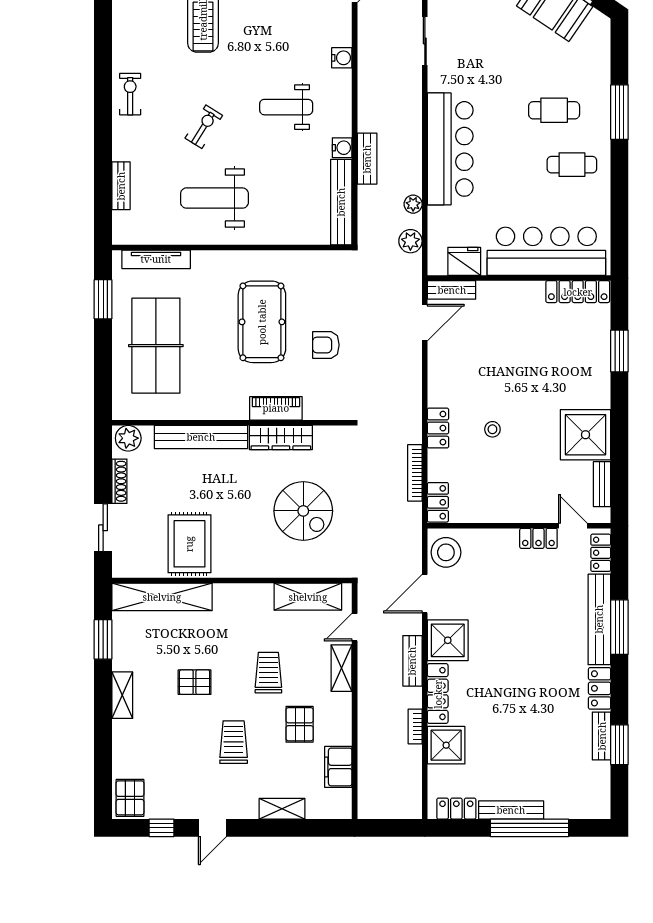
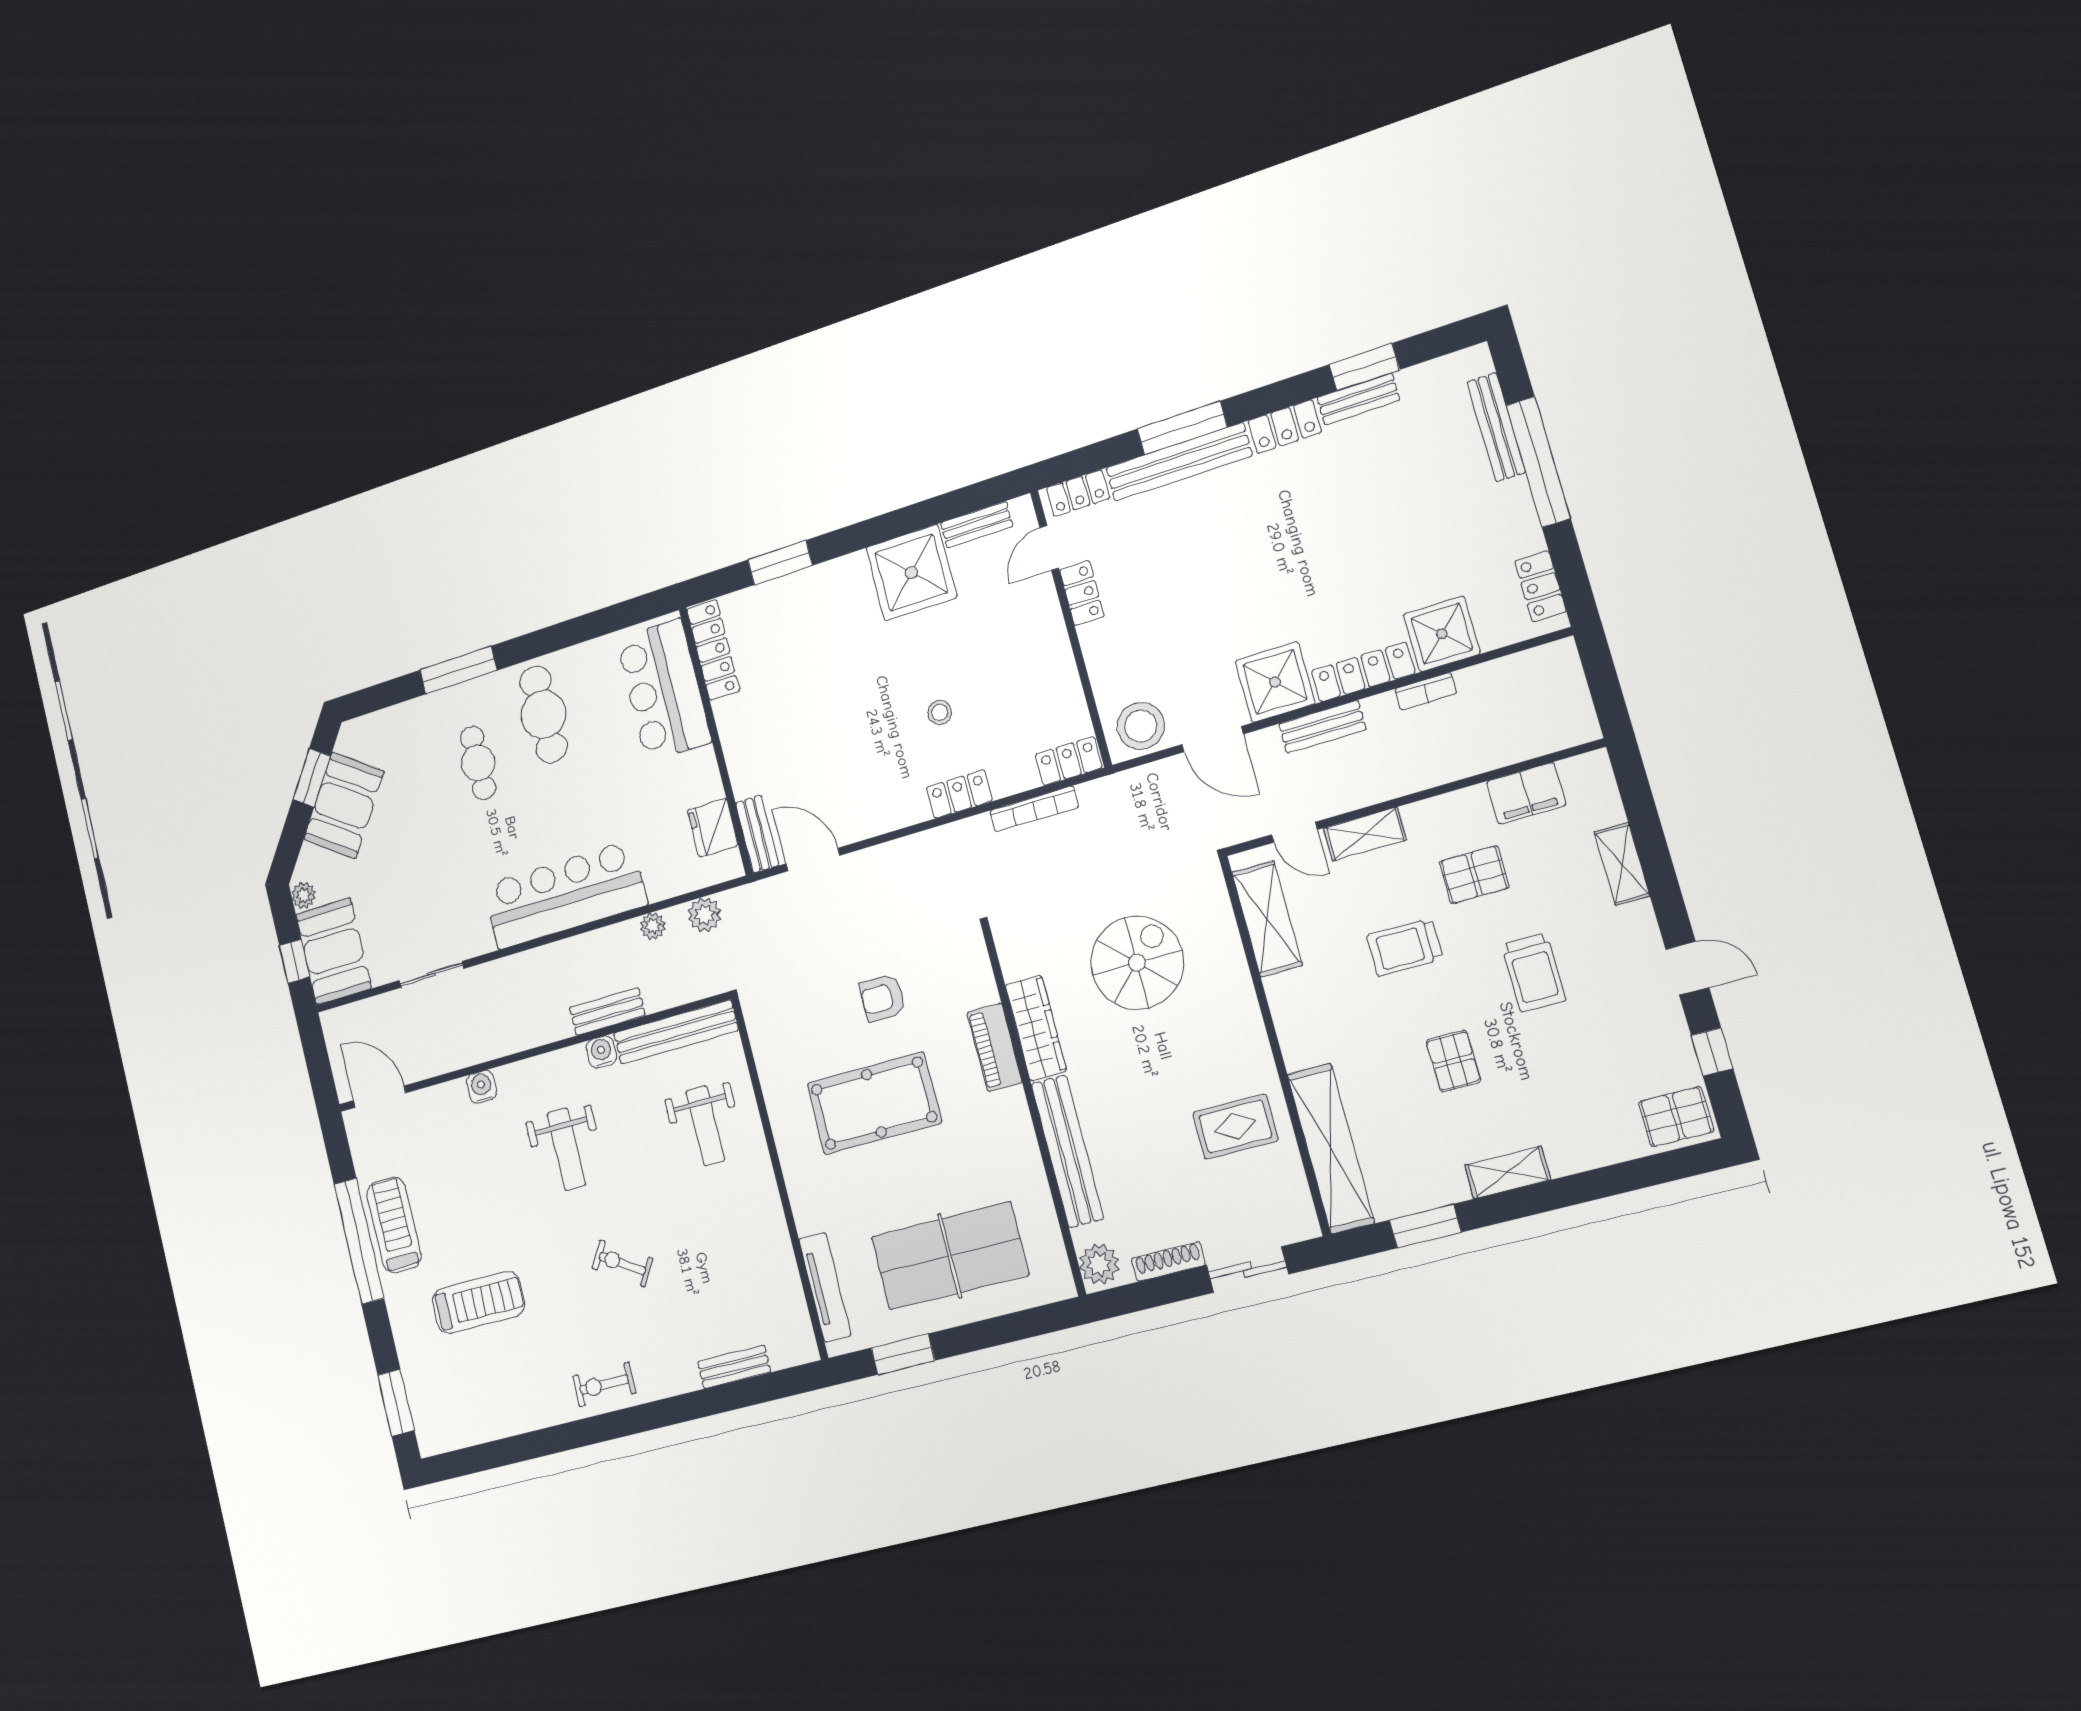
cafe table: (572, 165) -> (544, 714), width x1.37, depth x1.35
weight bench: (214, 198) -> (705, 1126), moved, width x0.73, depth x0.75
bar counter: (546, 251) -> (664, 690), width x0.73
armchair: (326, 345) -> (883, 998), turned 90
rug: (189, 544) -> (1235, 1127), width x0.73, depth x0.70
trolley: (234, 742) -> (1534, 972), turned -90
bench: (511, 810) -> (1496, 427), moved

